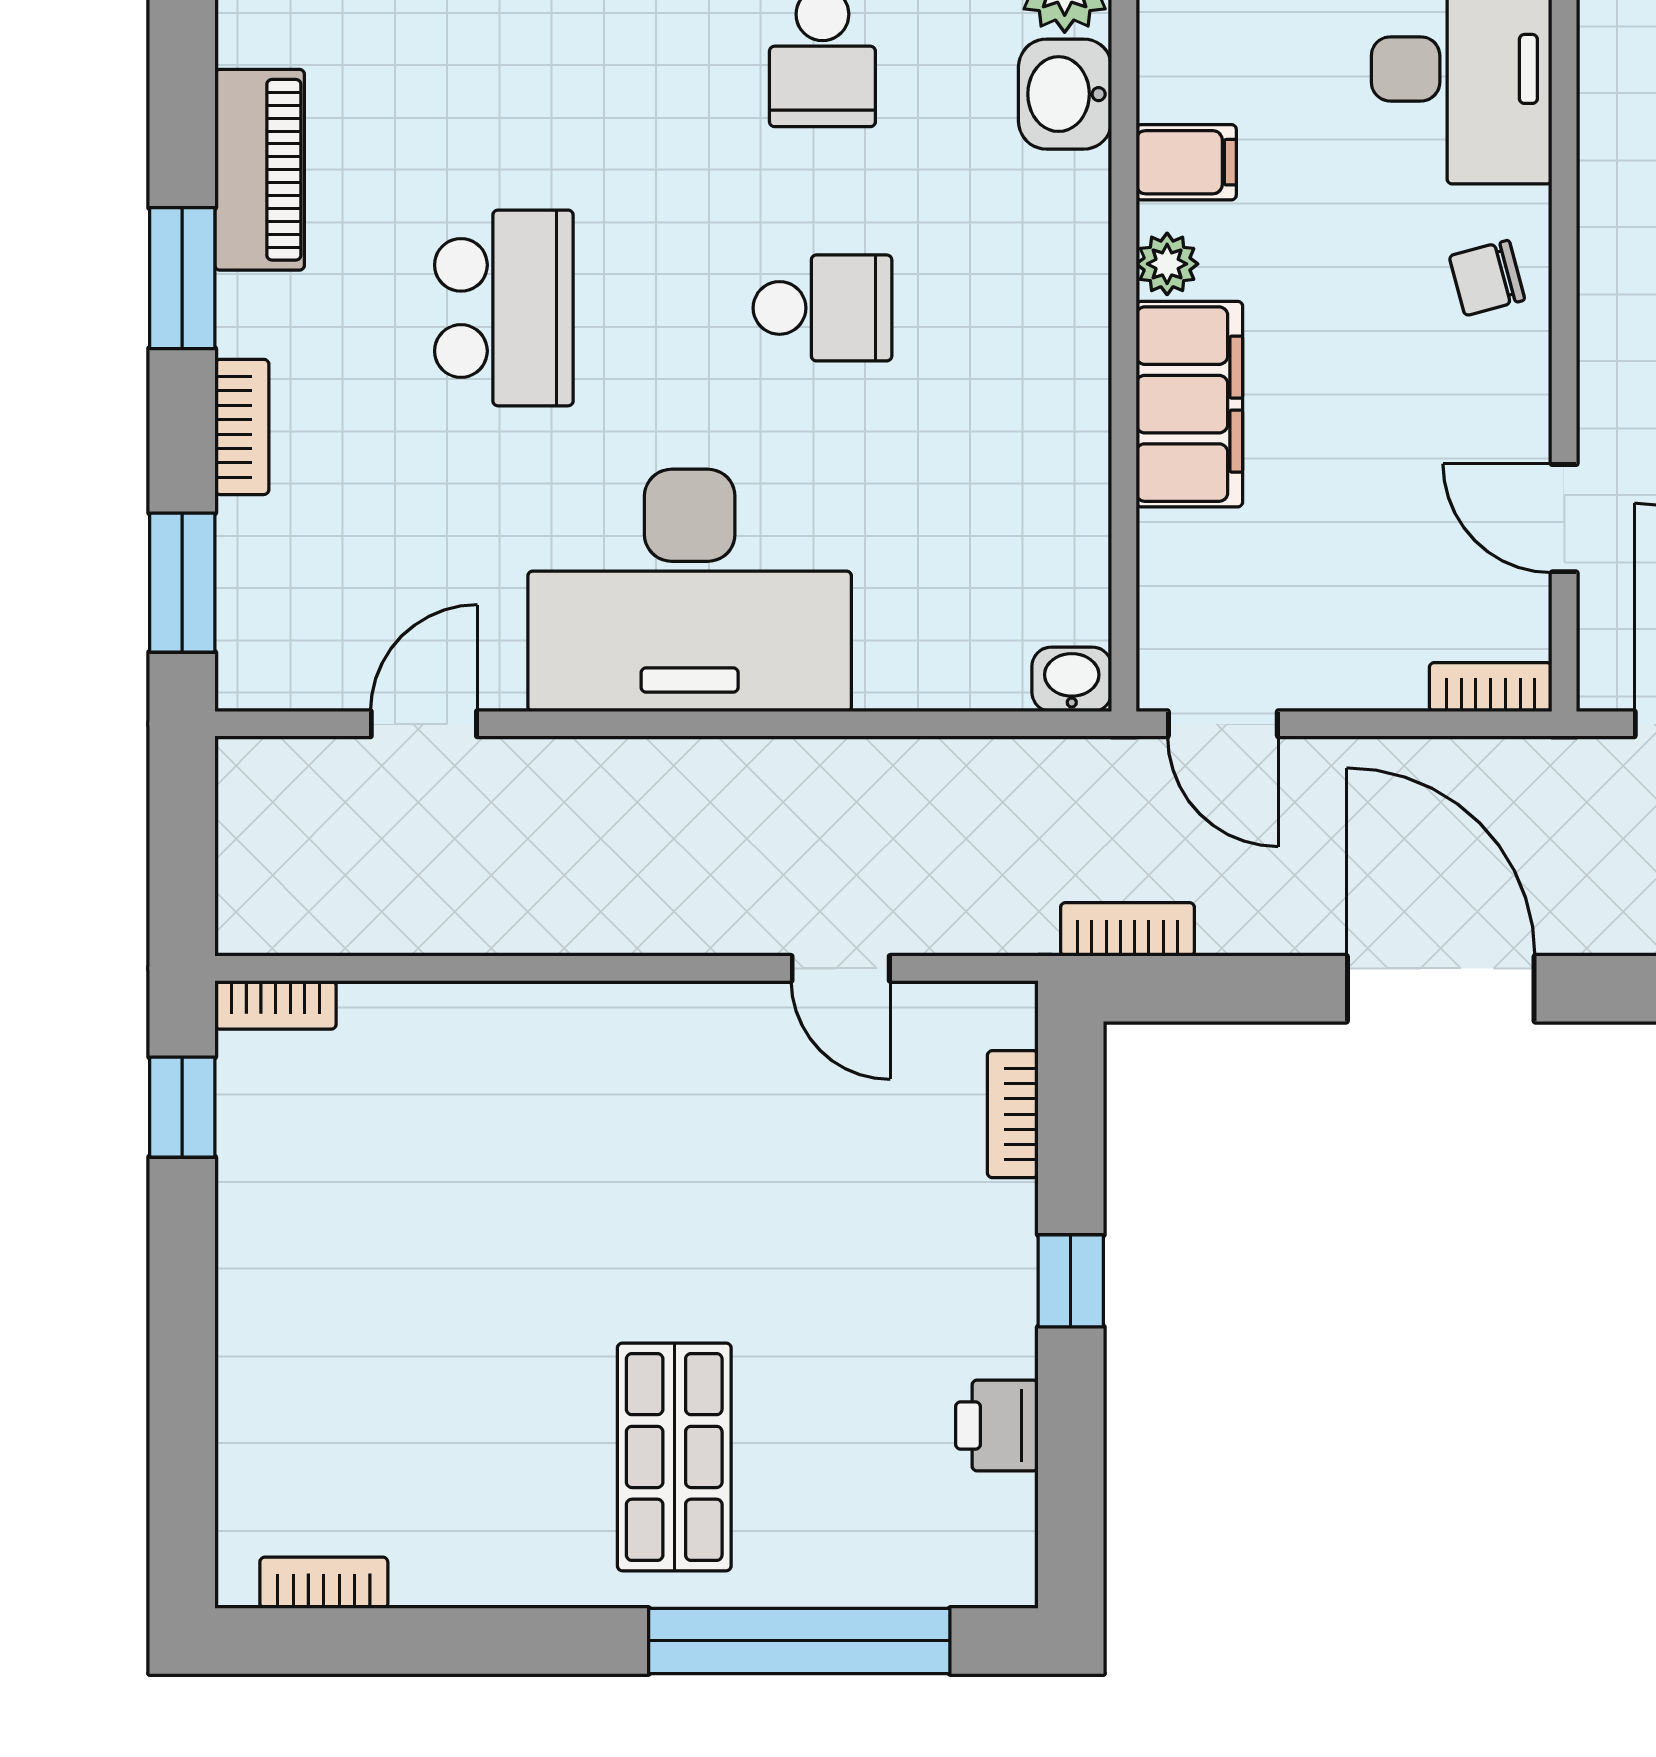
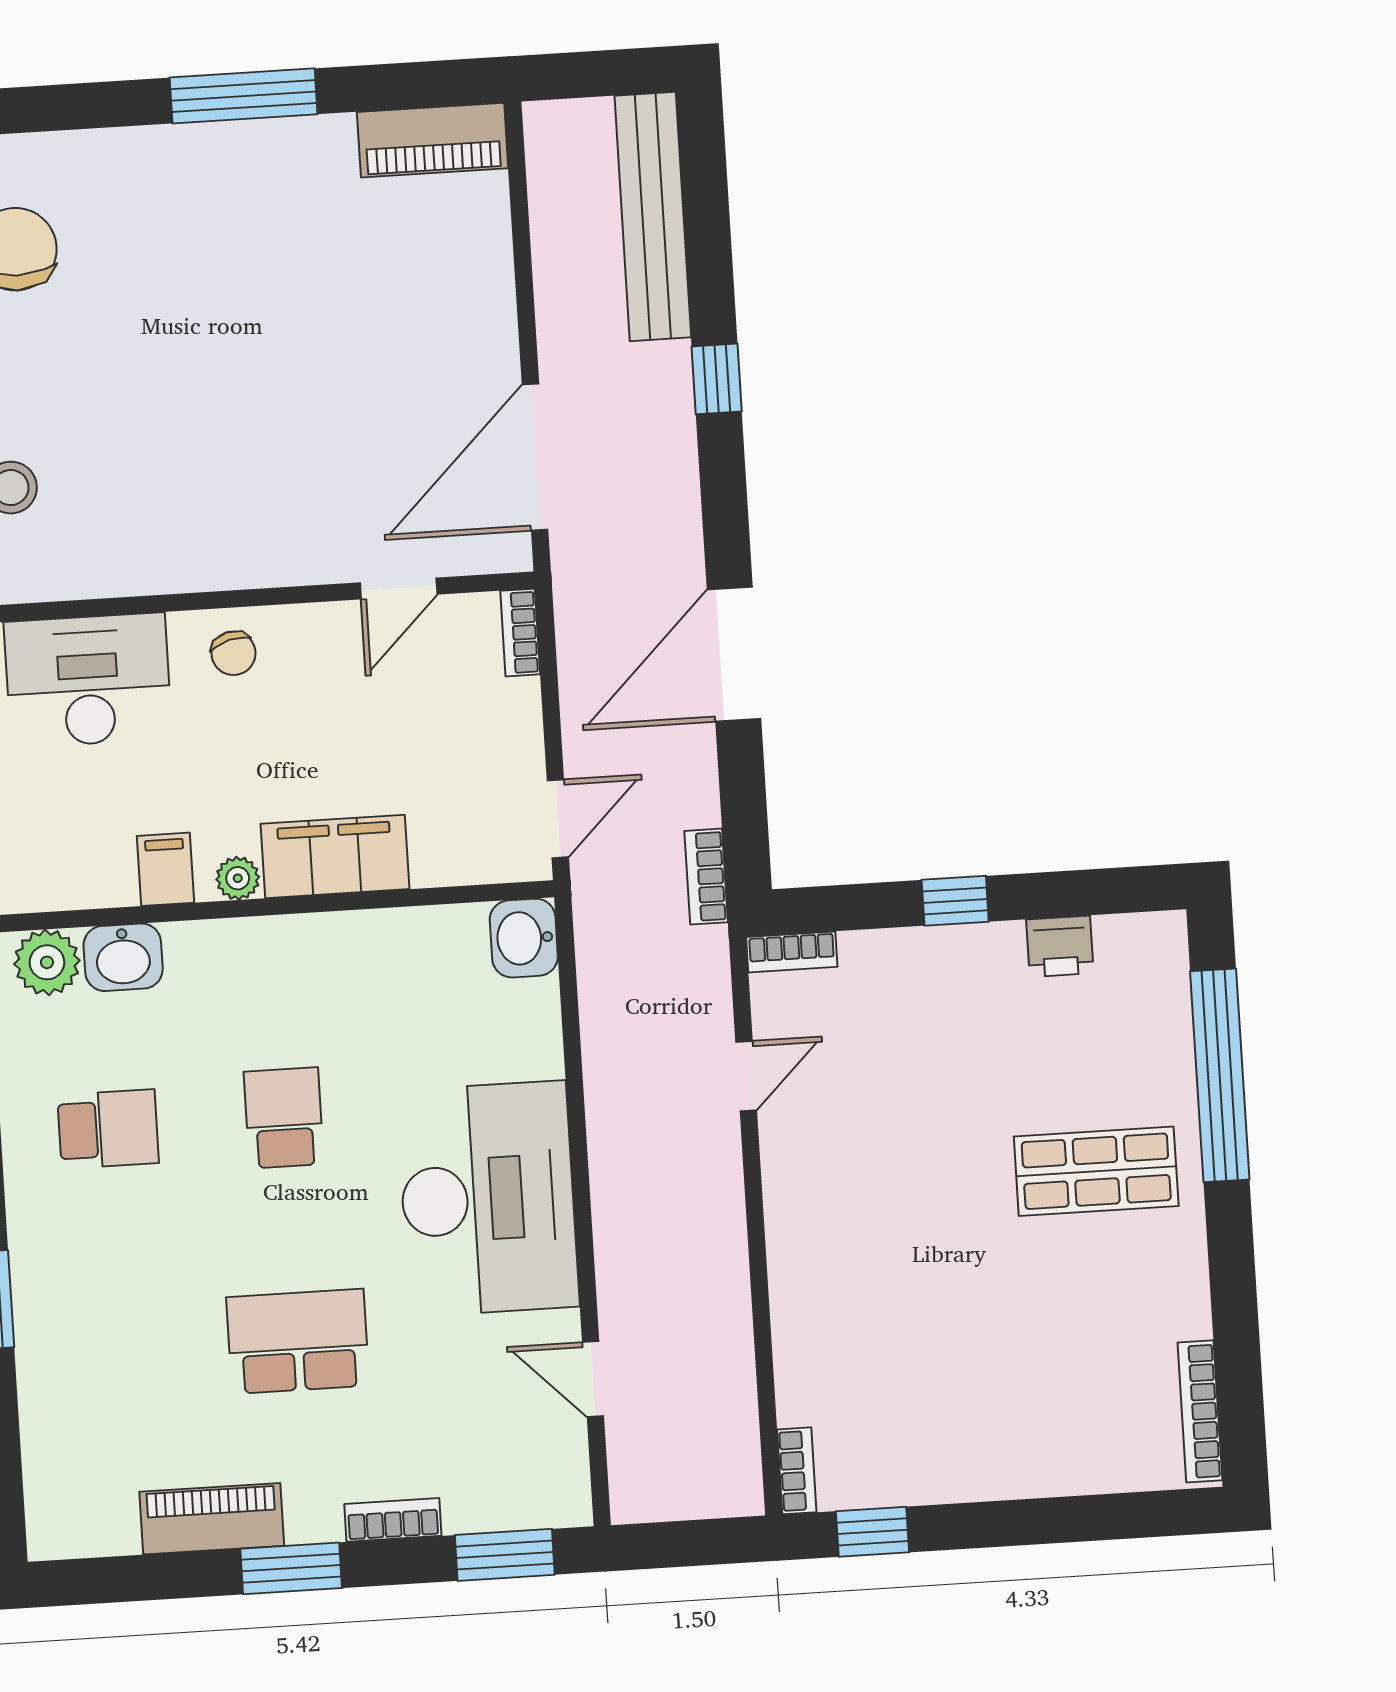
washbasin: (1072, 679) -> (524, 938), width x1.38, depth x1.45
bookcase: (1013, 1114) -> (792, 952), moved
bookcase: (324, 1583) -> (1200, 1411), width x1.56

